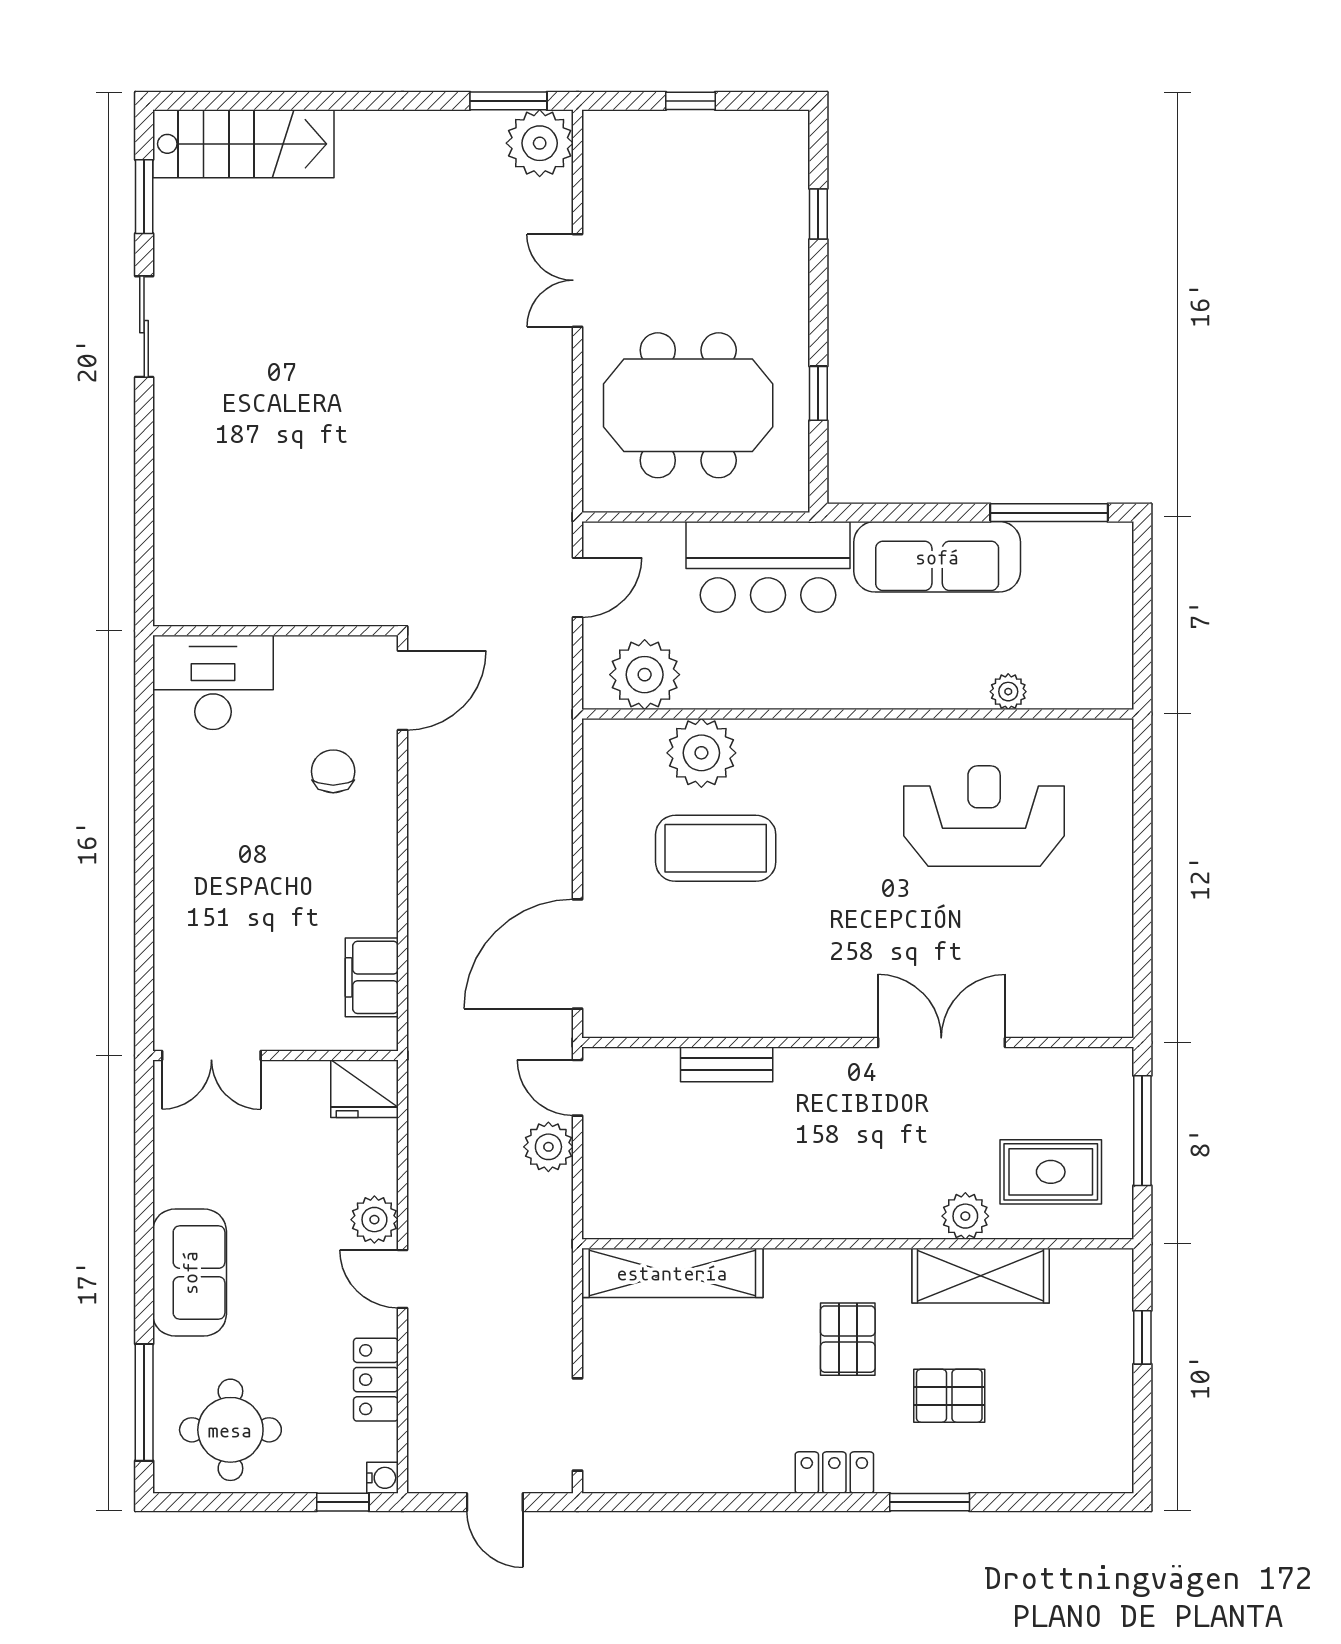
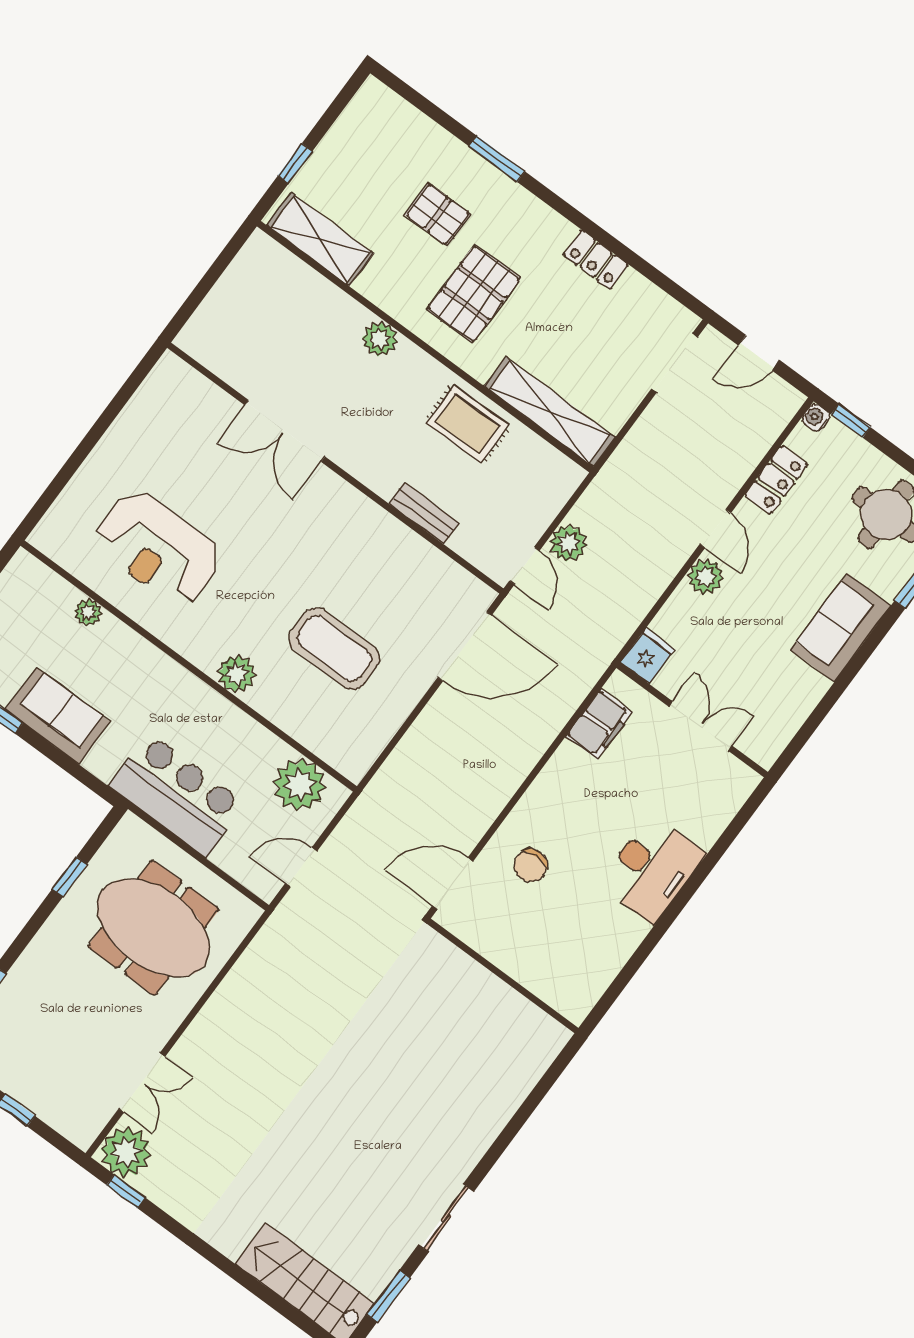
window: (508, 101) -> (126, 1191), width x0.67
double door: (578, 280) -> (142, 1083), moved
sofa: (937, 557) -> (58, 716), width x0.73
desk: (213, 682) -> (652, 869), moved, turned -90
plant: (701, 753) -> (237, 674), moved, width x0.73, depth x0.73
double door: (211, 1056) -> (700, 726), moved
fridge: (364, 1089) -> (648, 656), width x0.72
window: (1142, 1131) -> (203, 288), removed
rug: (1051, 1172) -> (467, 424), moved
plant: (965, 1216) -> (380, 339), moved
shelving: (981, 1276) -> (320, 239), moved
pallet: (848, 1339) -> (474, 294), width x1.50, depth x1.42
locker: (834, 1473) -> (596, 260), moved
door: (495, 1502) -> (759, 353), swing flipped

